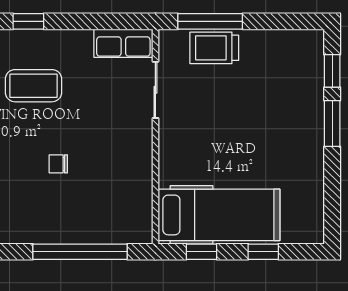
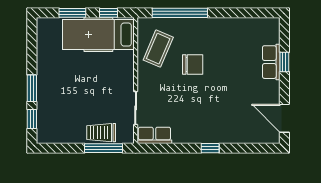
trolley: (214, 48) -> (101, 133), turned 180
coffee table: (33, 86) -> (158, 49), moved, turned -67
chair: (58, 164) -> (193, 65), width x1.87, depth x1.87
window: (263, 252) -> (72, 13), width x1.50

